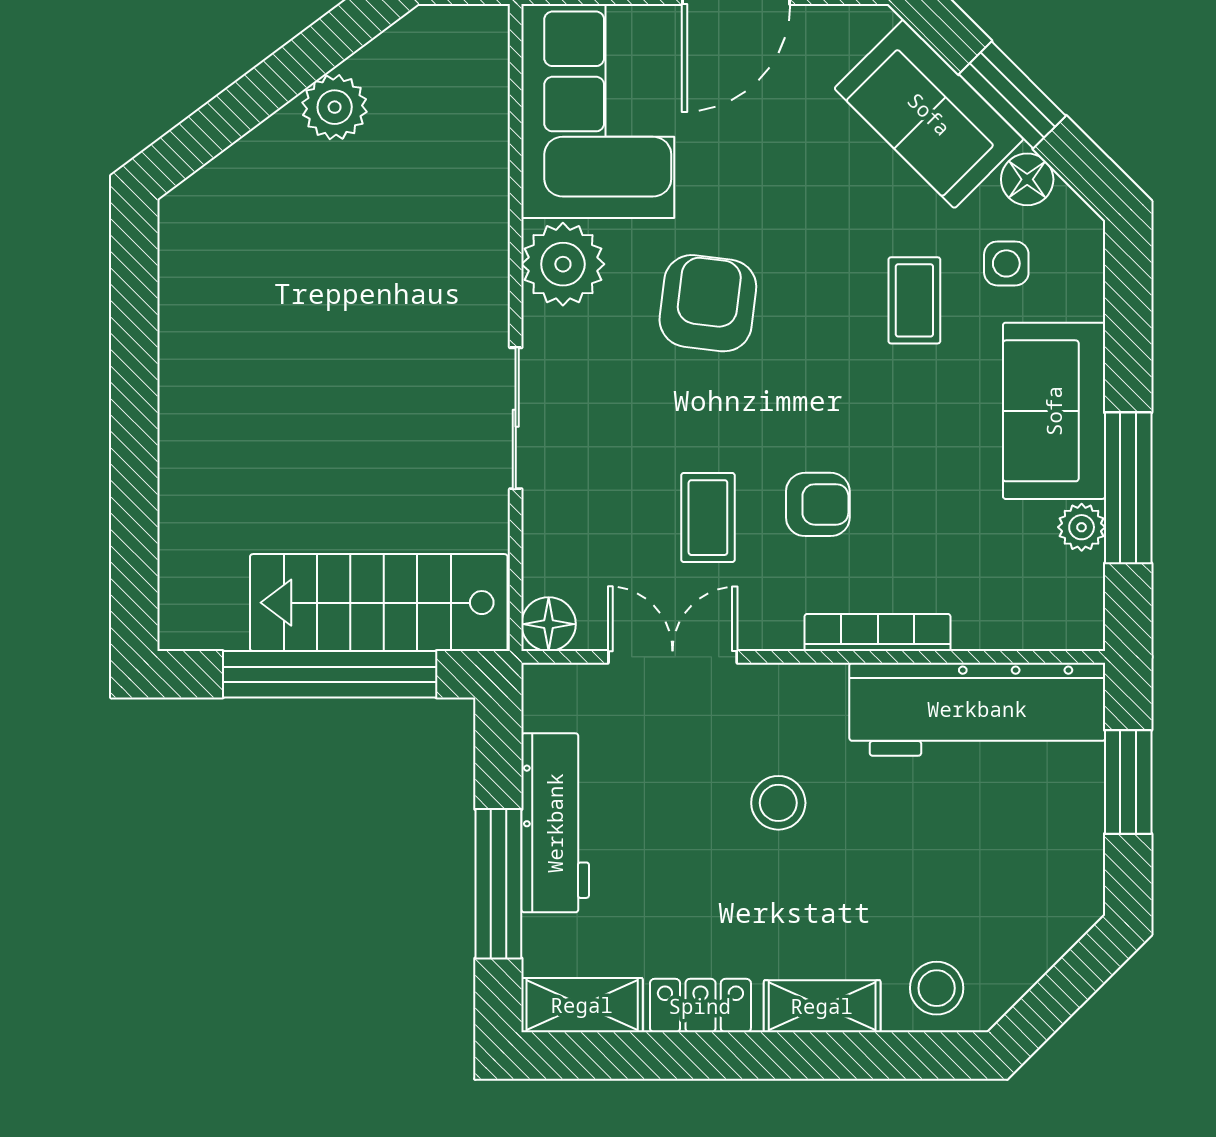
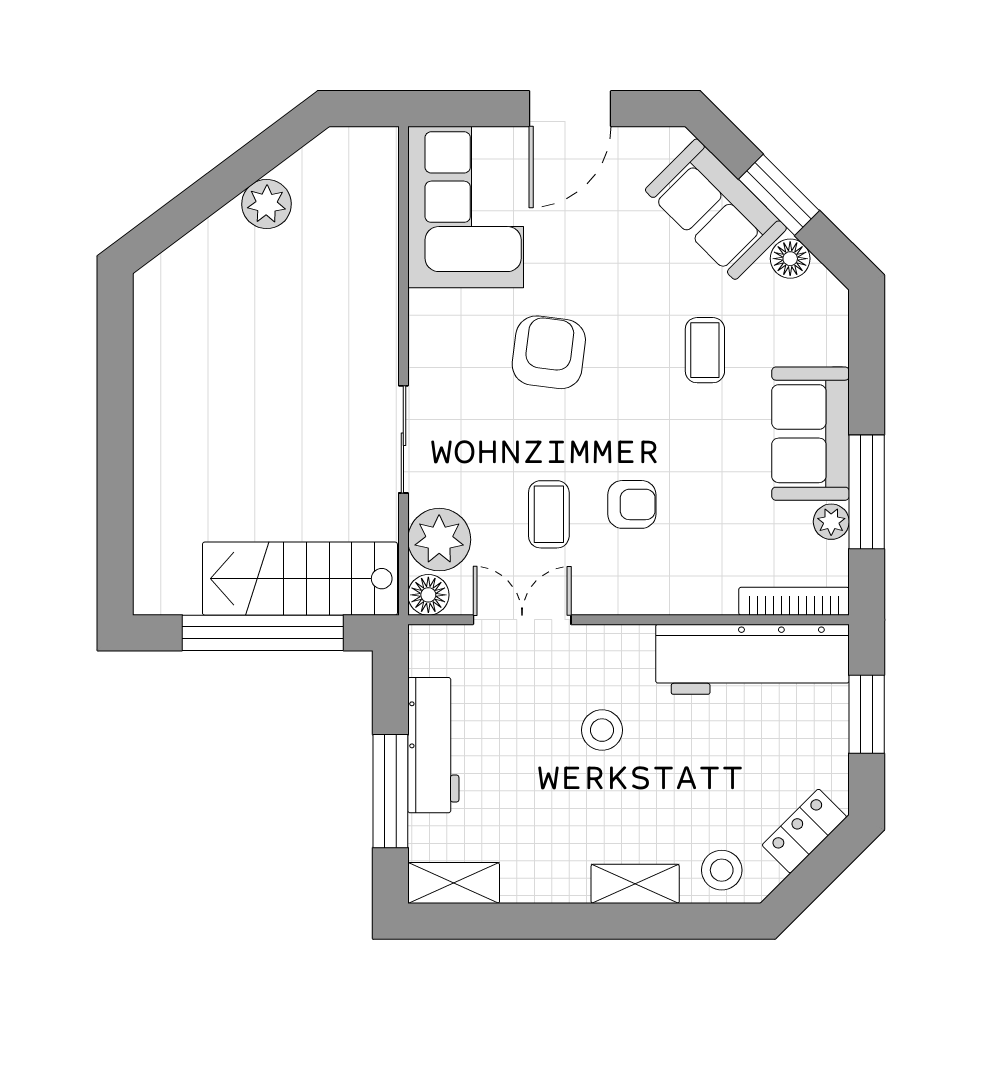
side table: (1006, 263) -> (774, 322), removed
plant: (563, 264) -> (439, 540), moved
bookcase: (878, 632) -> (794, 601), moved
locker: (700, 1006) -> (804, 831), moved, turned -45

